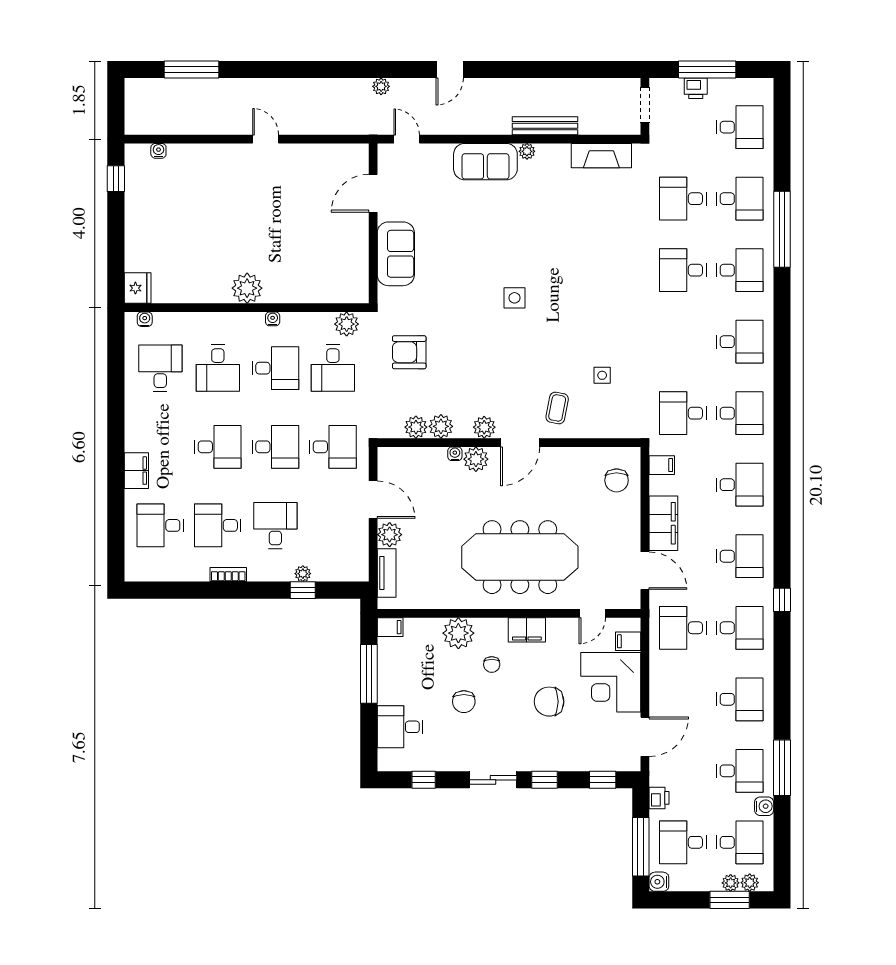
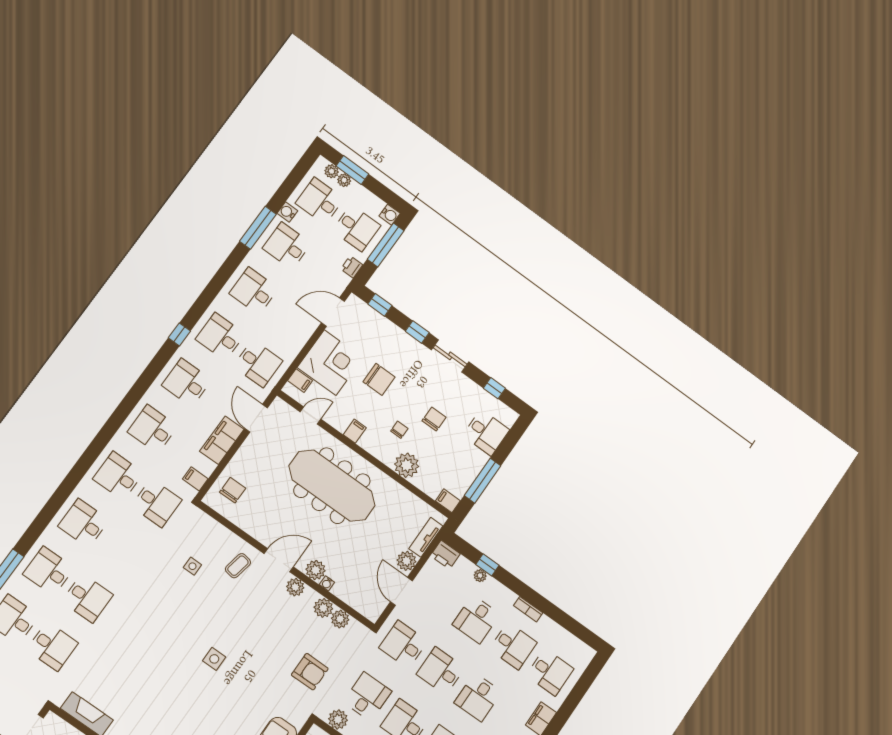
desk: (218, 447) -> (478, 697), turned -90
printer: (354, 569) -> (445, 555), added
filing cabinet: (527, 630) -> (355, 431), width x0.50

